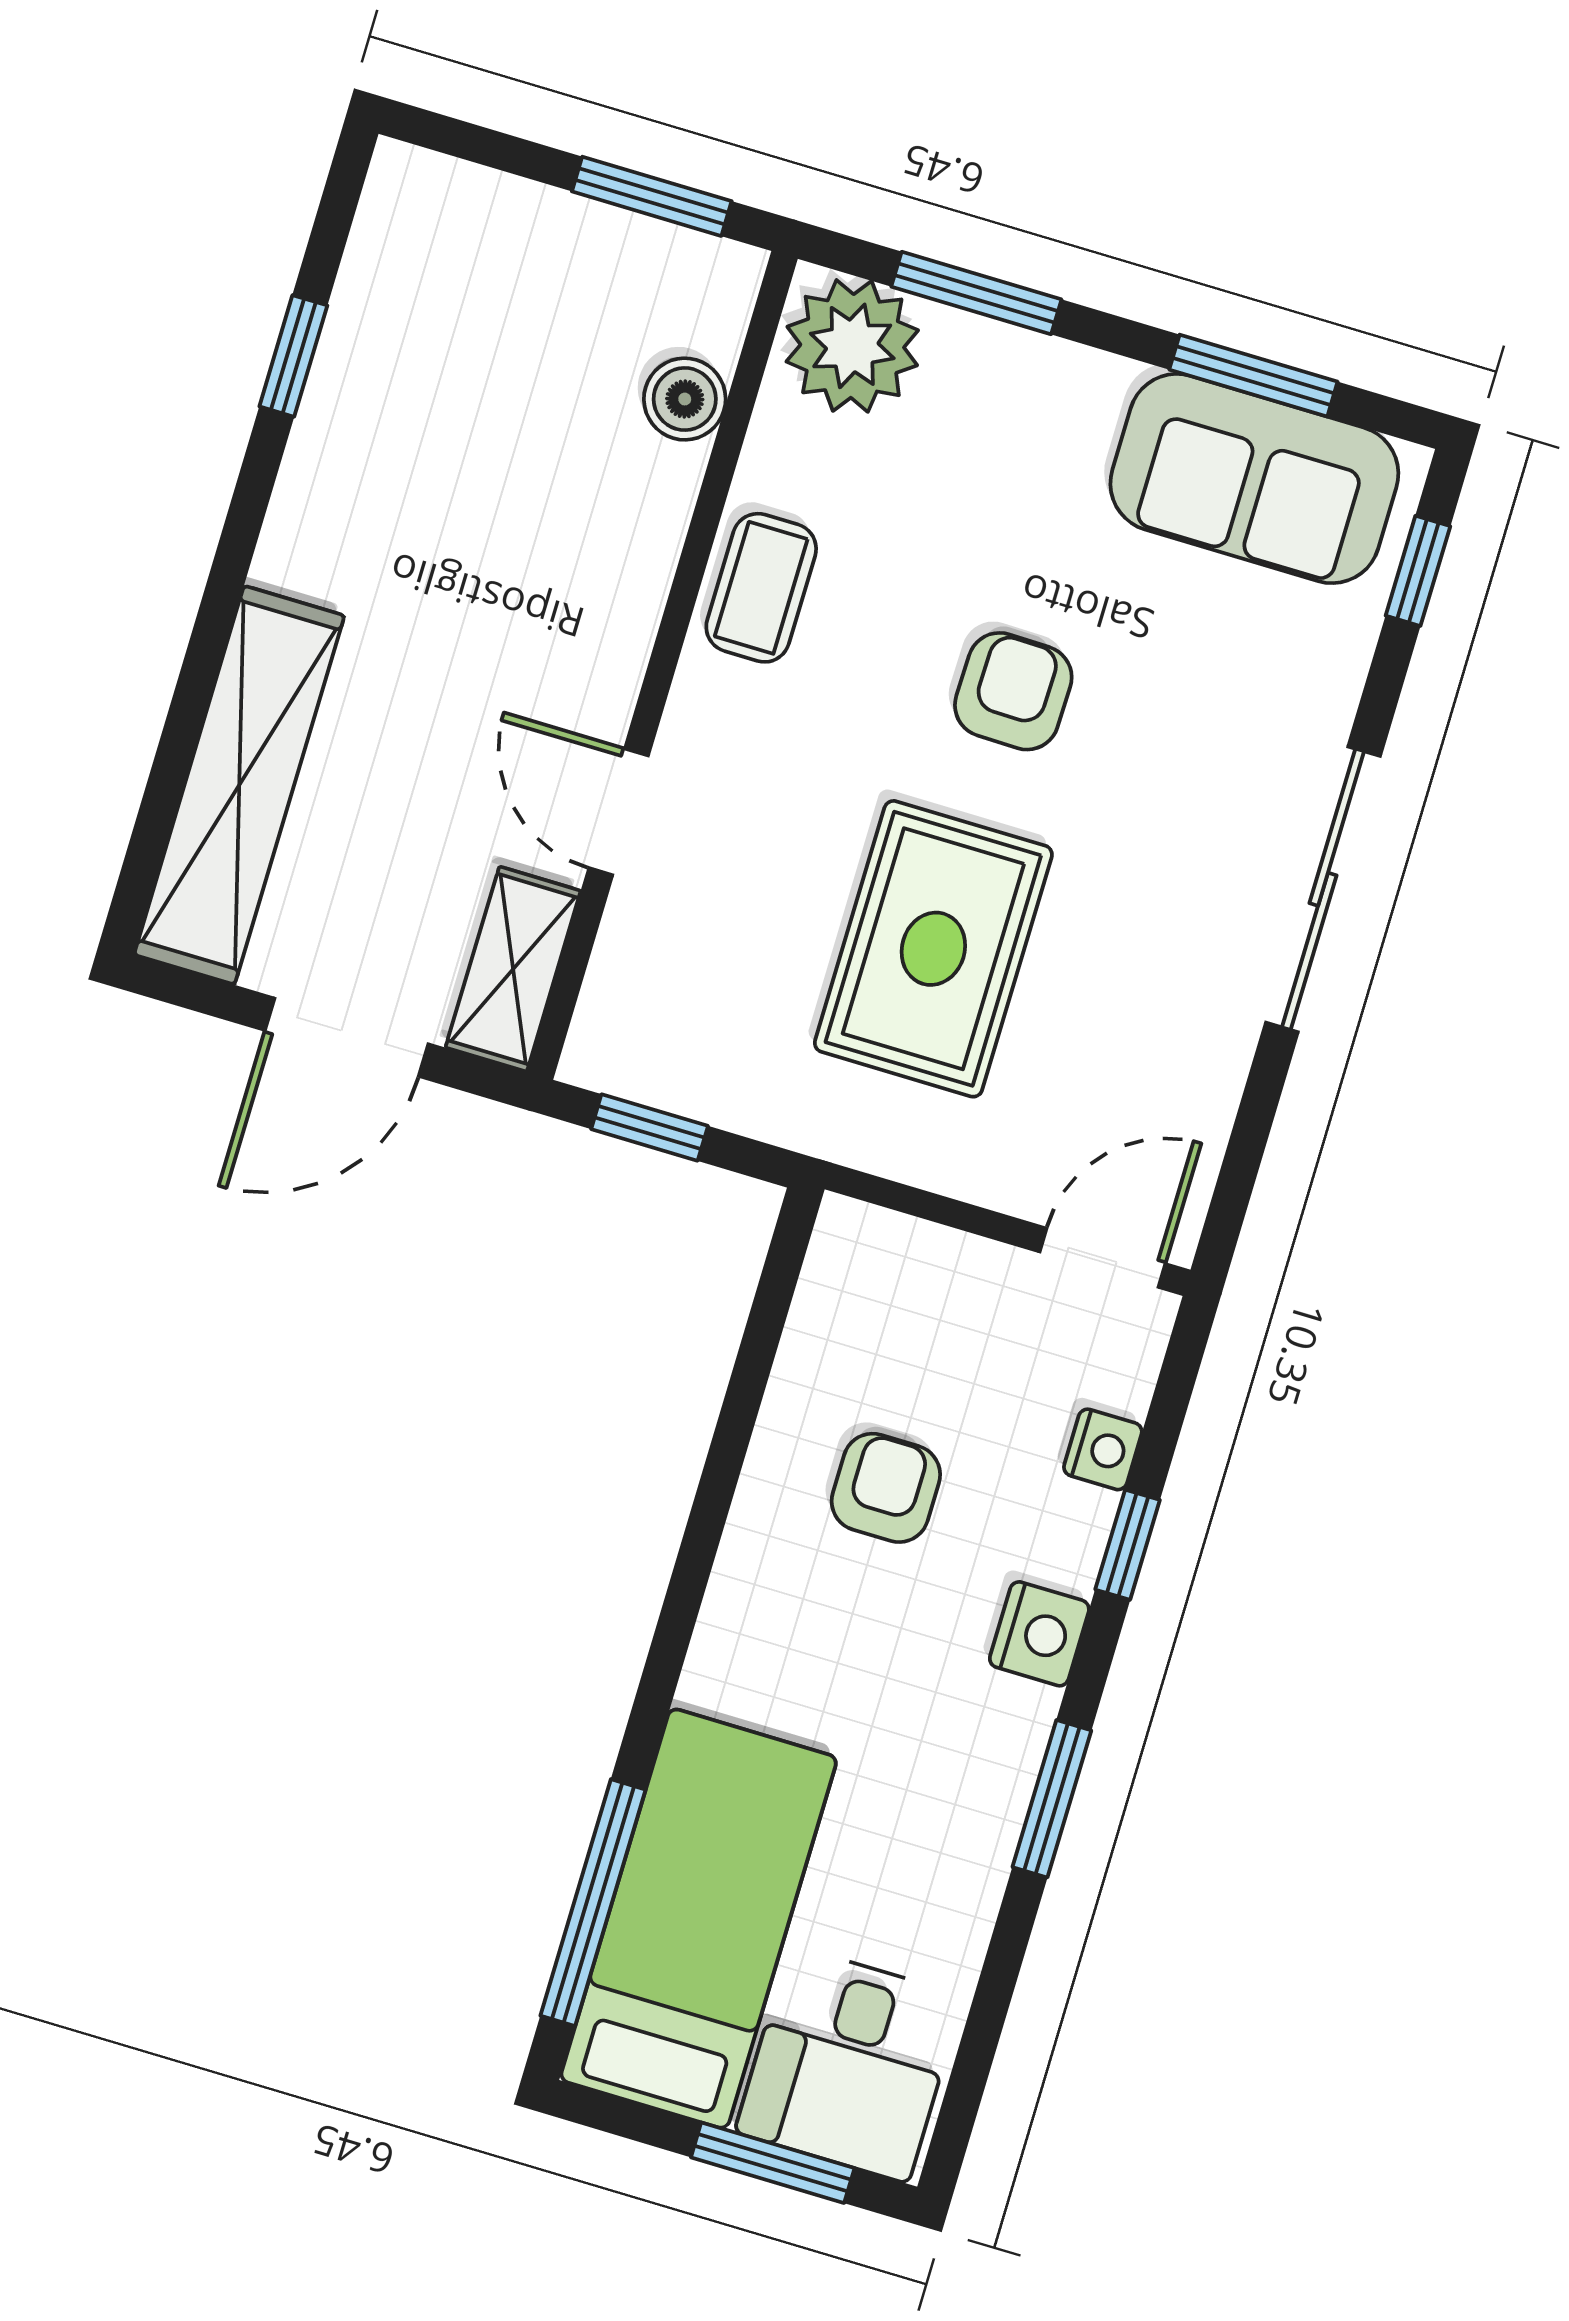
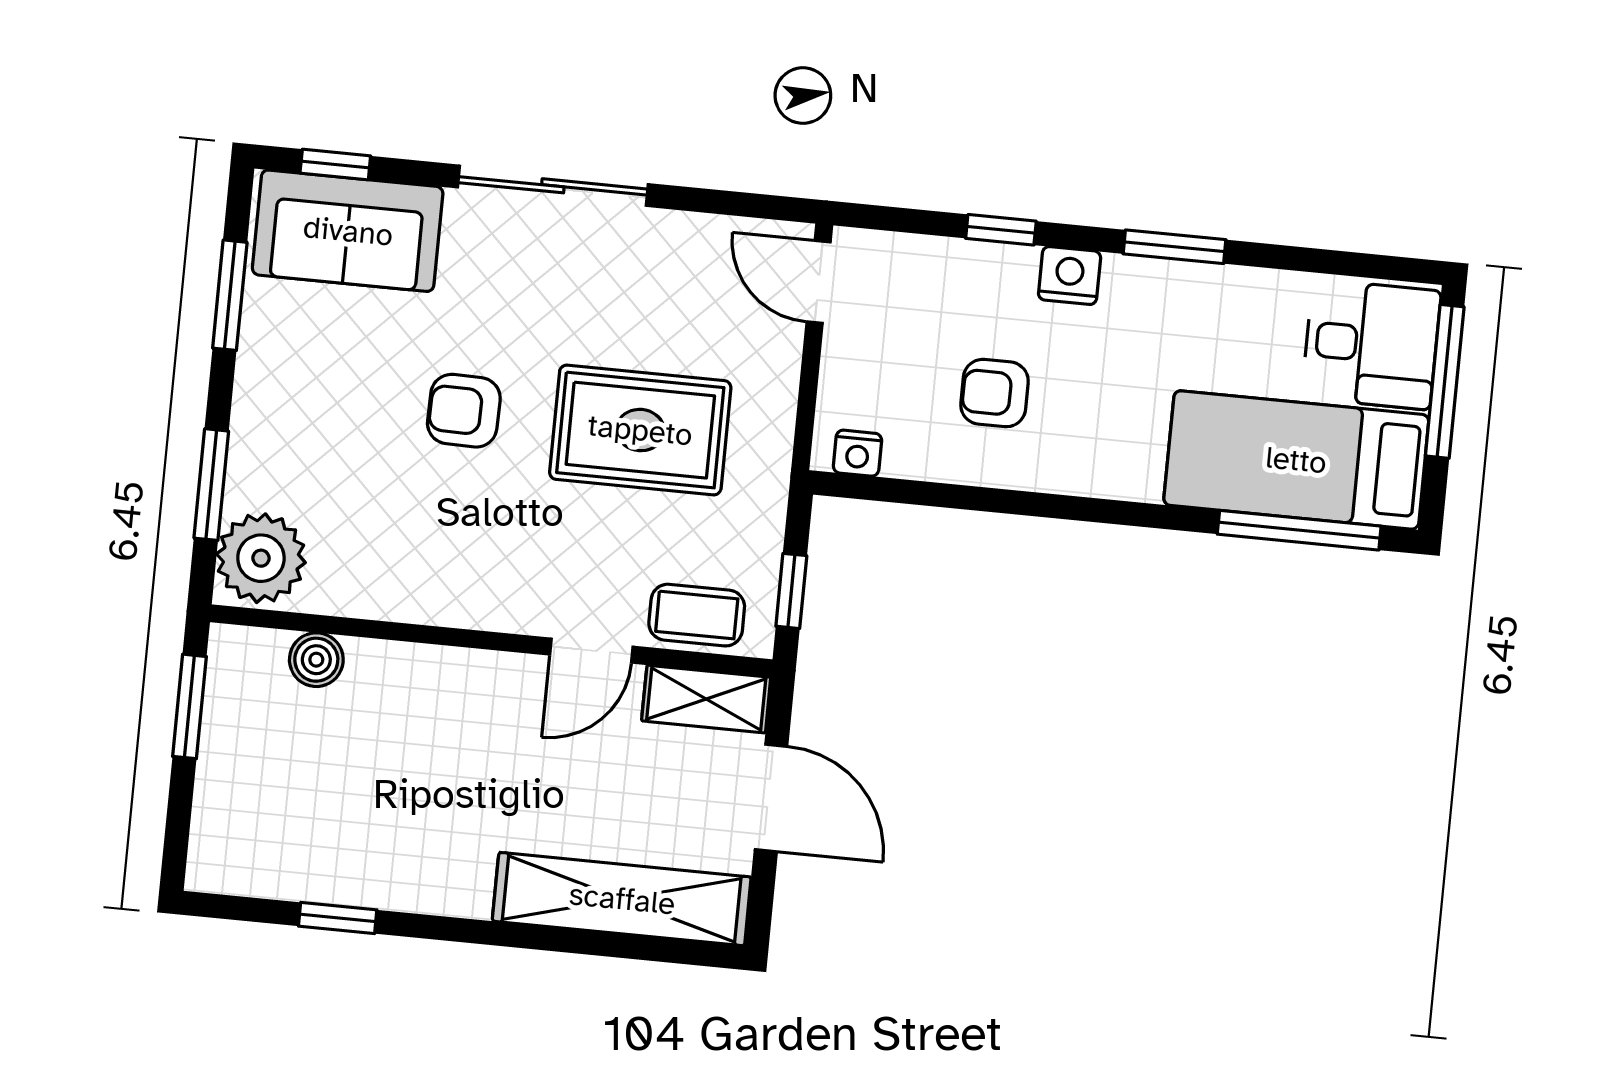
sofa: (1254, 479) -> (348, 231), moved, turned 90
coffee table: (761, 588) -> (697, 615), moved
nightstand: (1103, 1449) -> (857, 453), moved, turned 180
window: (773, 2163) -> (1445, 381), width x1.44

